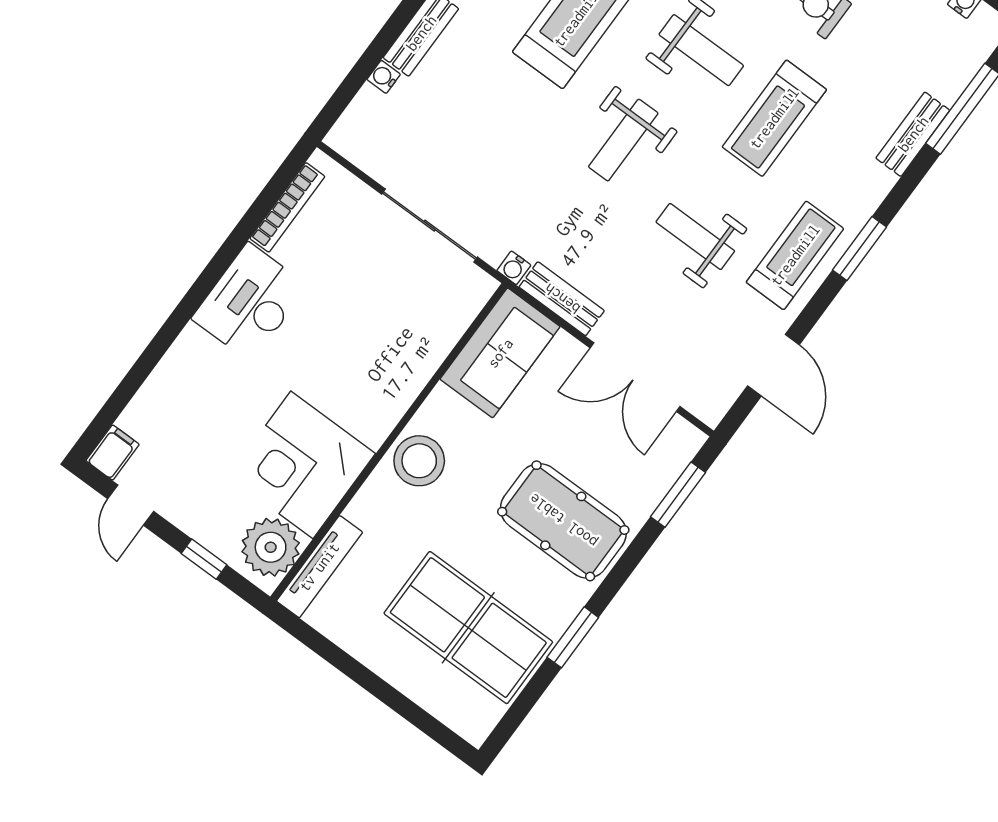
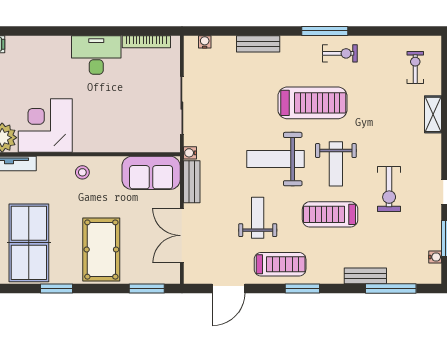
water cooler: (384, 77) -> (205, 42), moved
weight bench: (623, 140) -> (275, 159), width x1.36, depth x1.33
stool: (419, 461) -> (82, 172), width x0.53, depth x0.53

